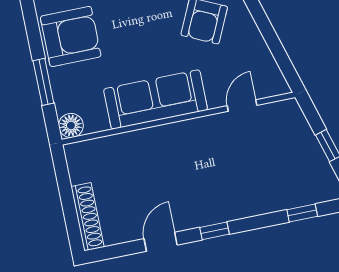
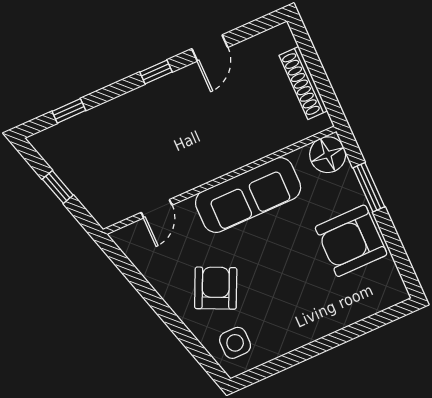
floor lamp: (71, 125) -> (328, 155), width x1.38, depth x1.38
shoe rack: (87, 217) -> (303, 83), moved

